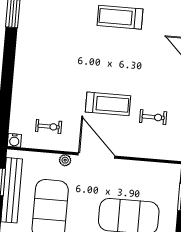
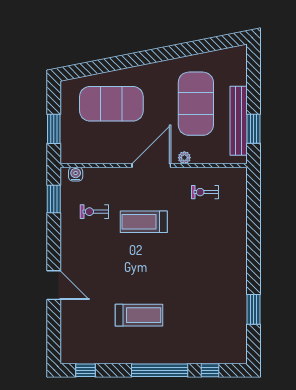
water cooler: (14, 140) -> (76, 174), moved
door: (97, 155) -> (151, 166), swing flipped

